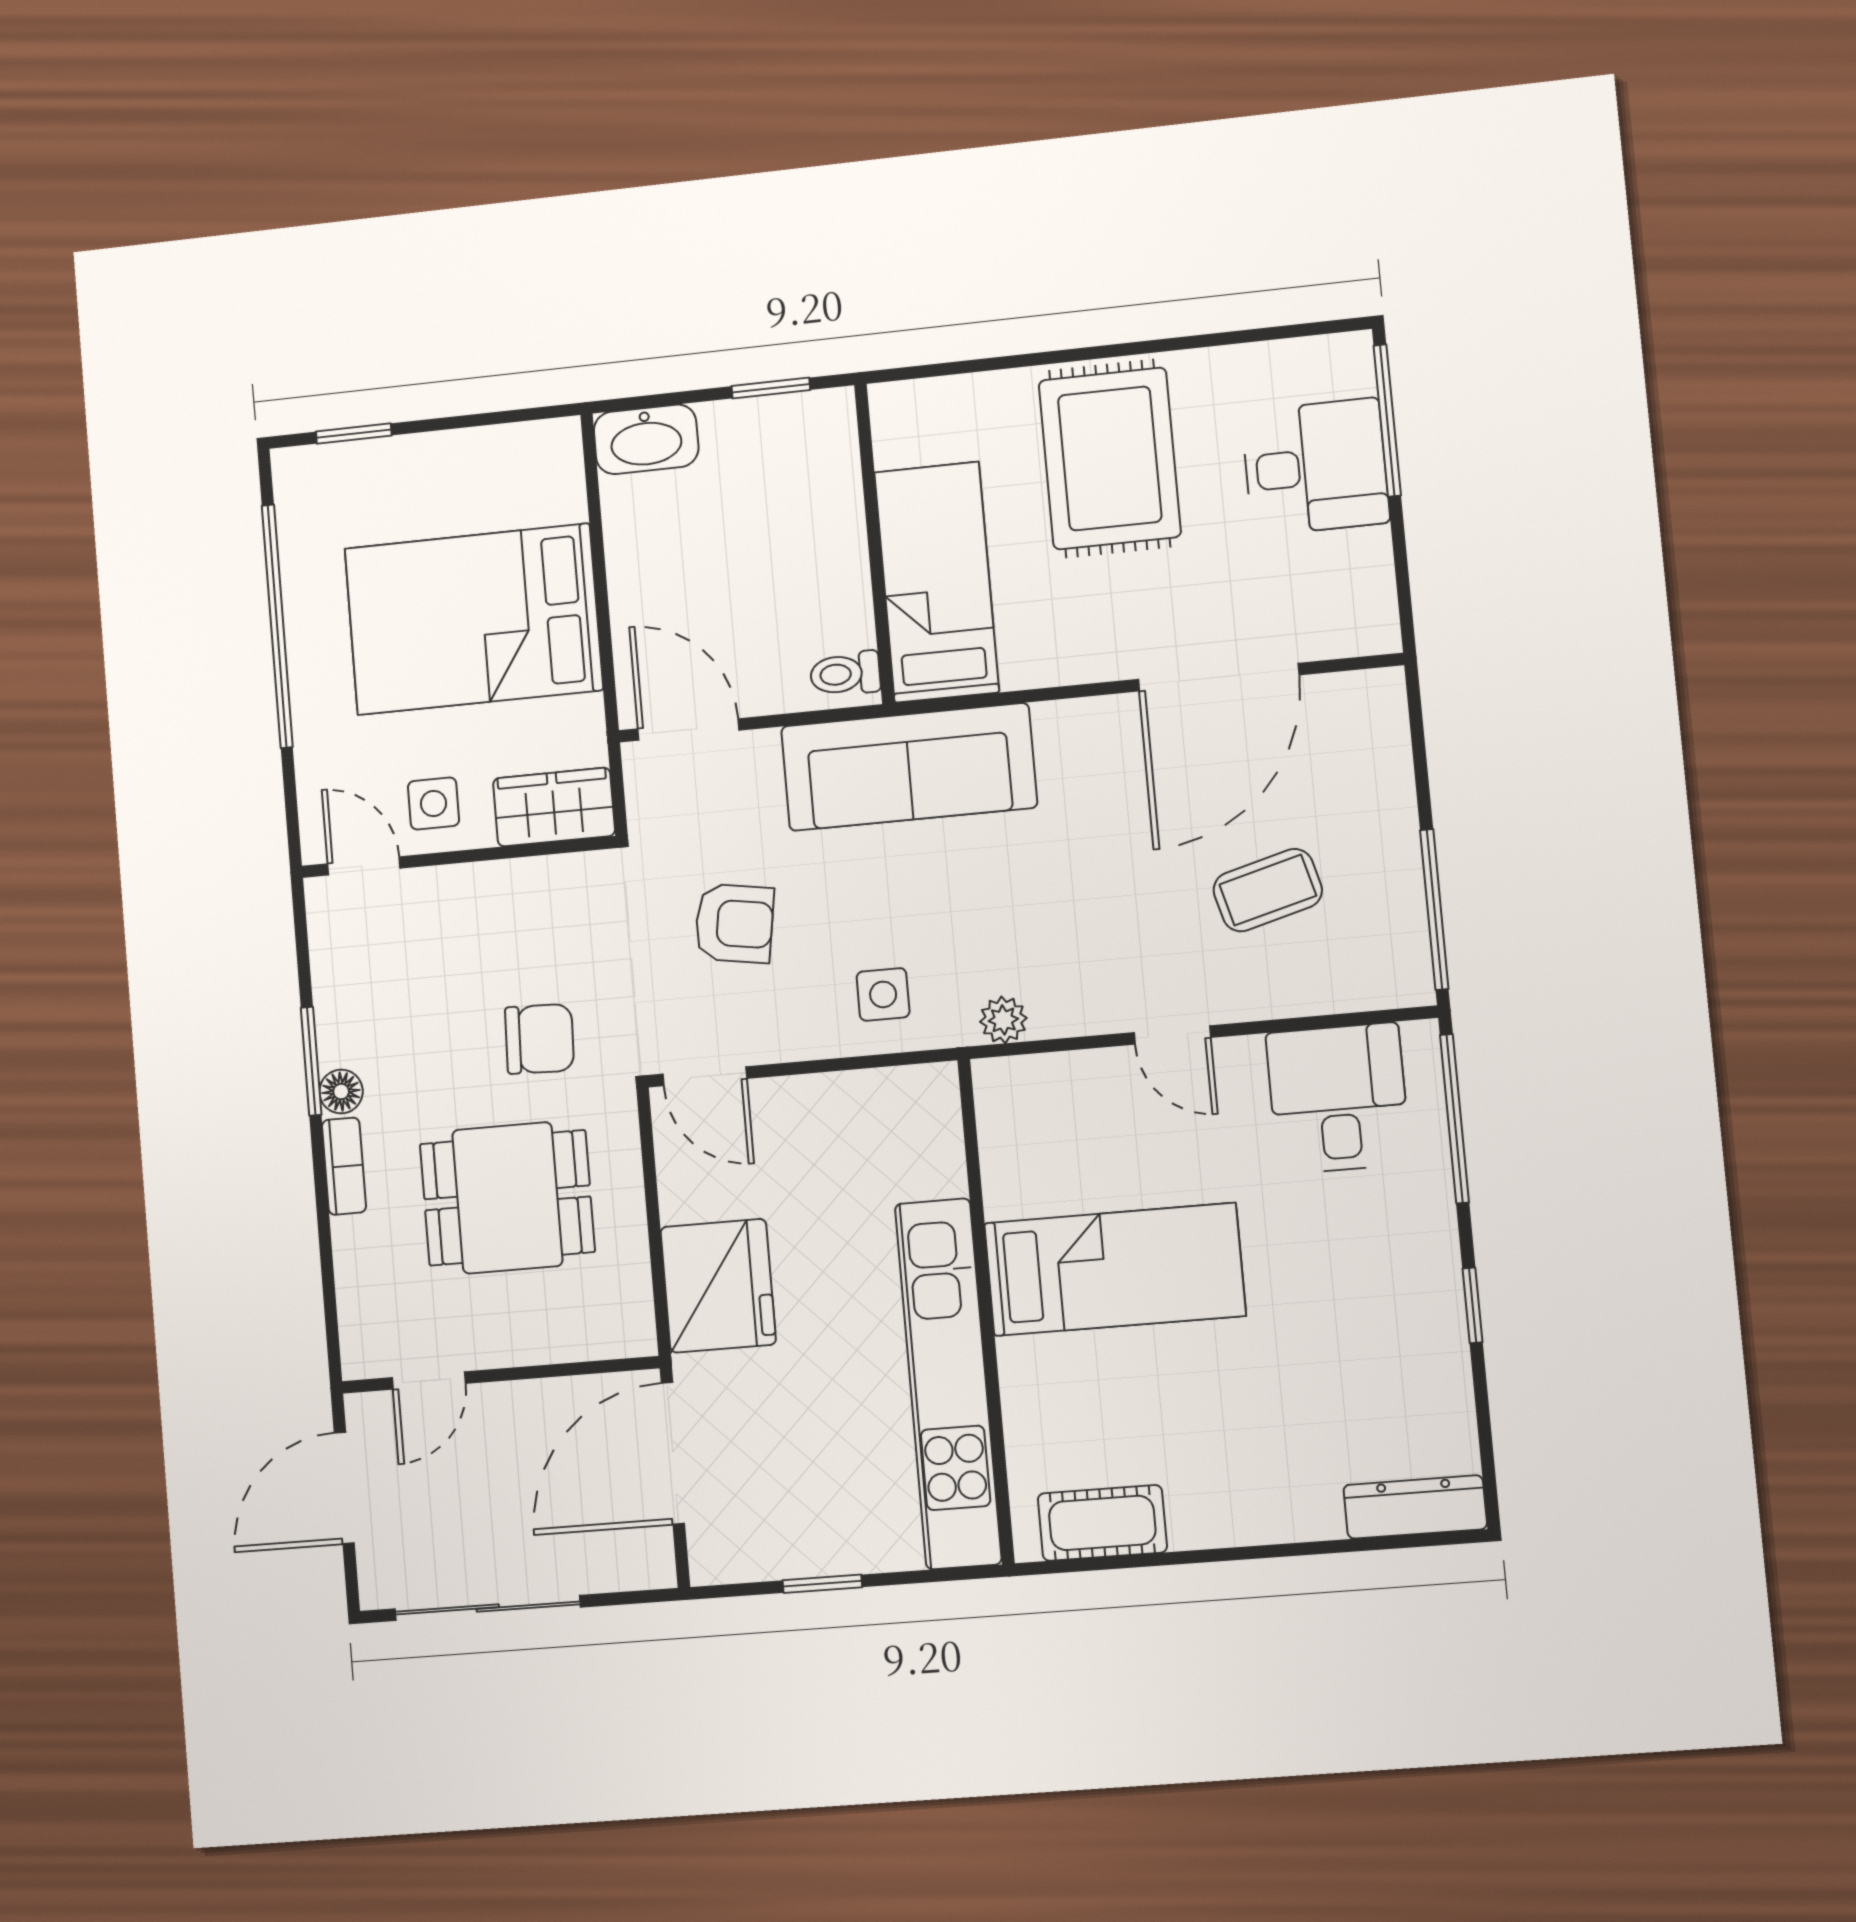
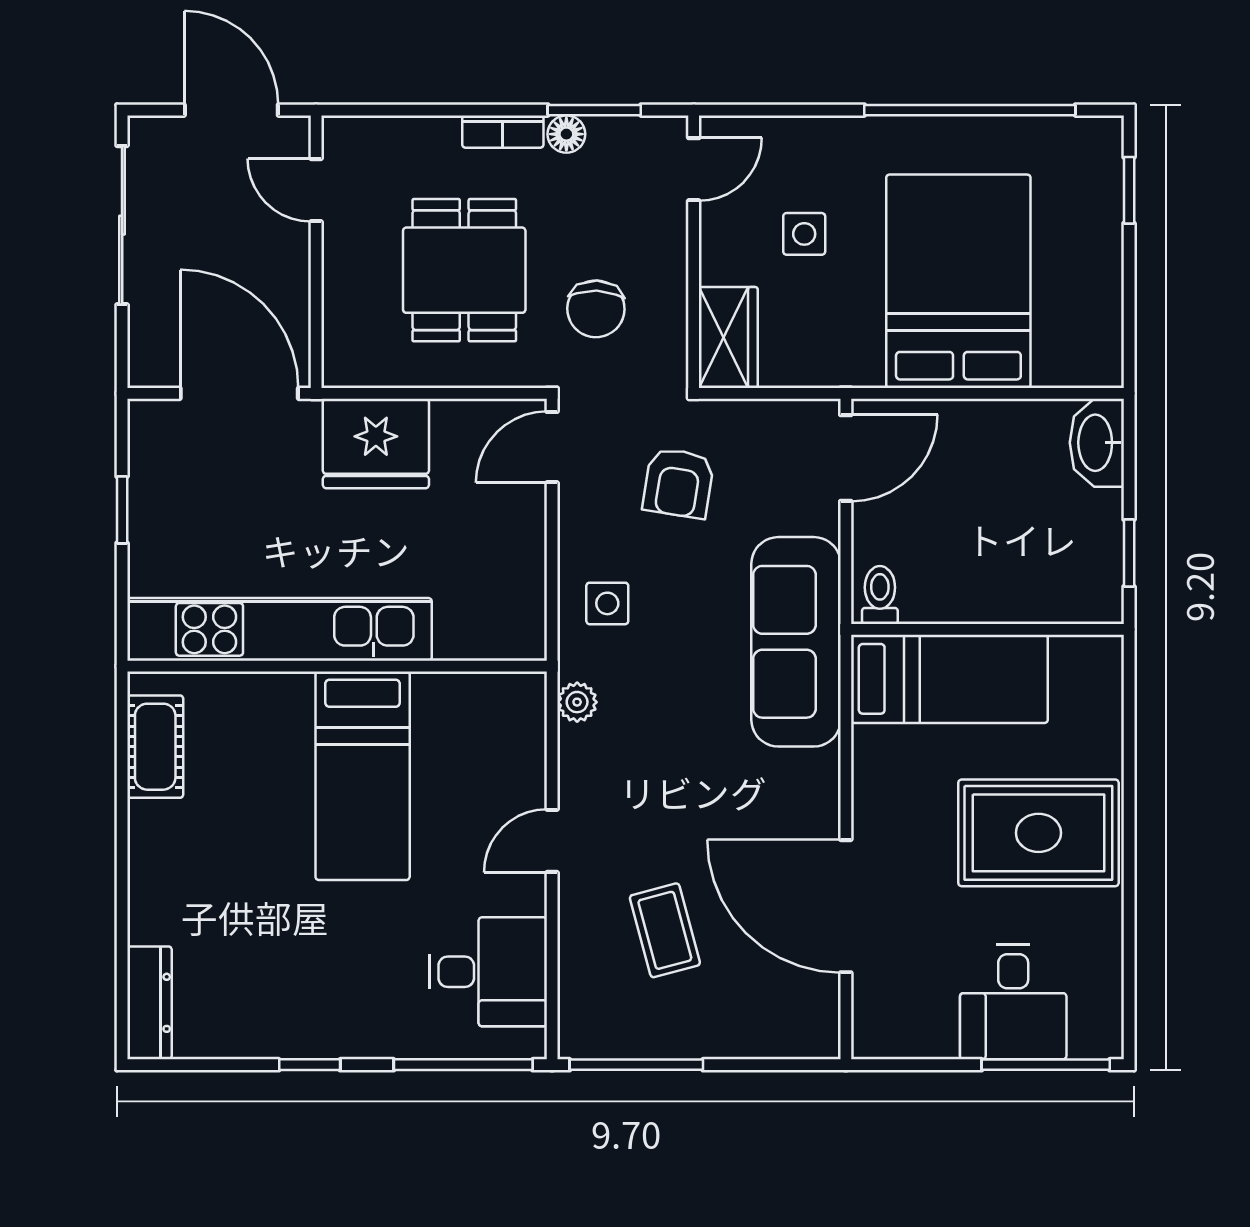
wardrobe: (554, 807) -> (728, 338), moved
wall: (458, 857) -> (694, 252), moved
door: (364, 866) -> (694, 169), moved

